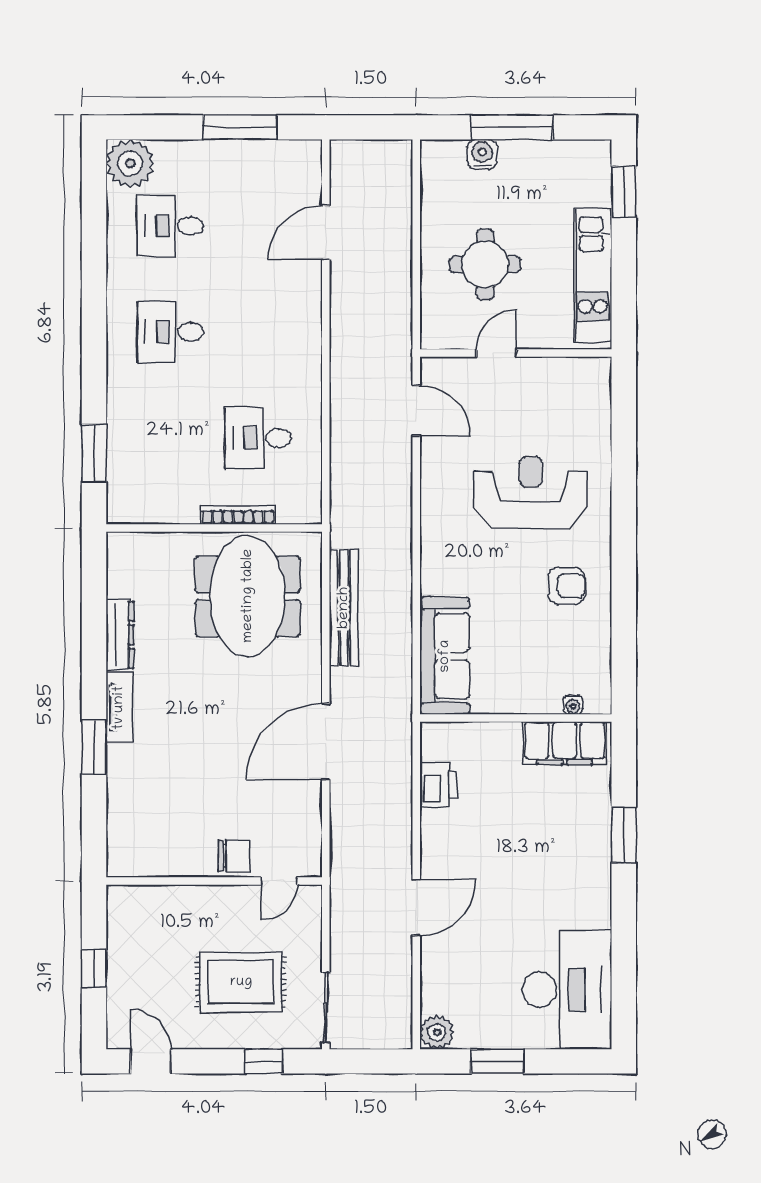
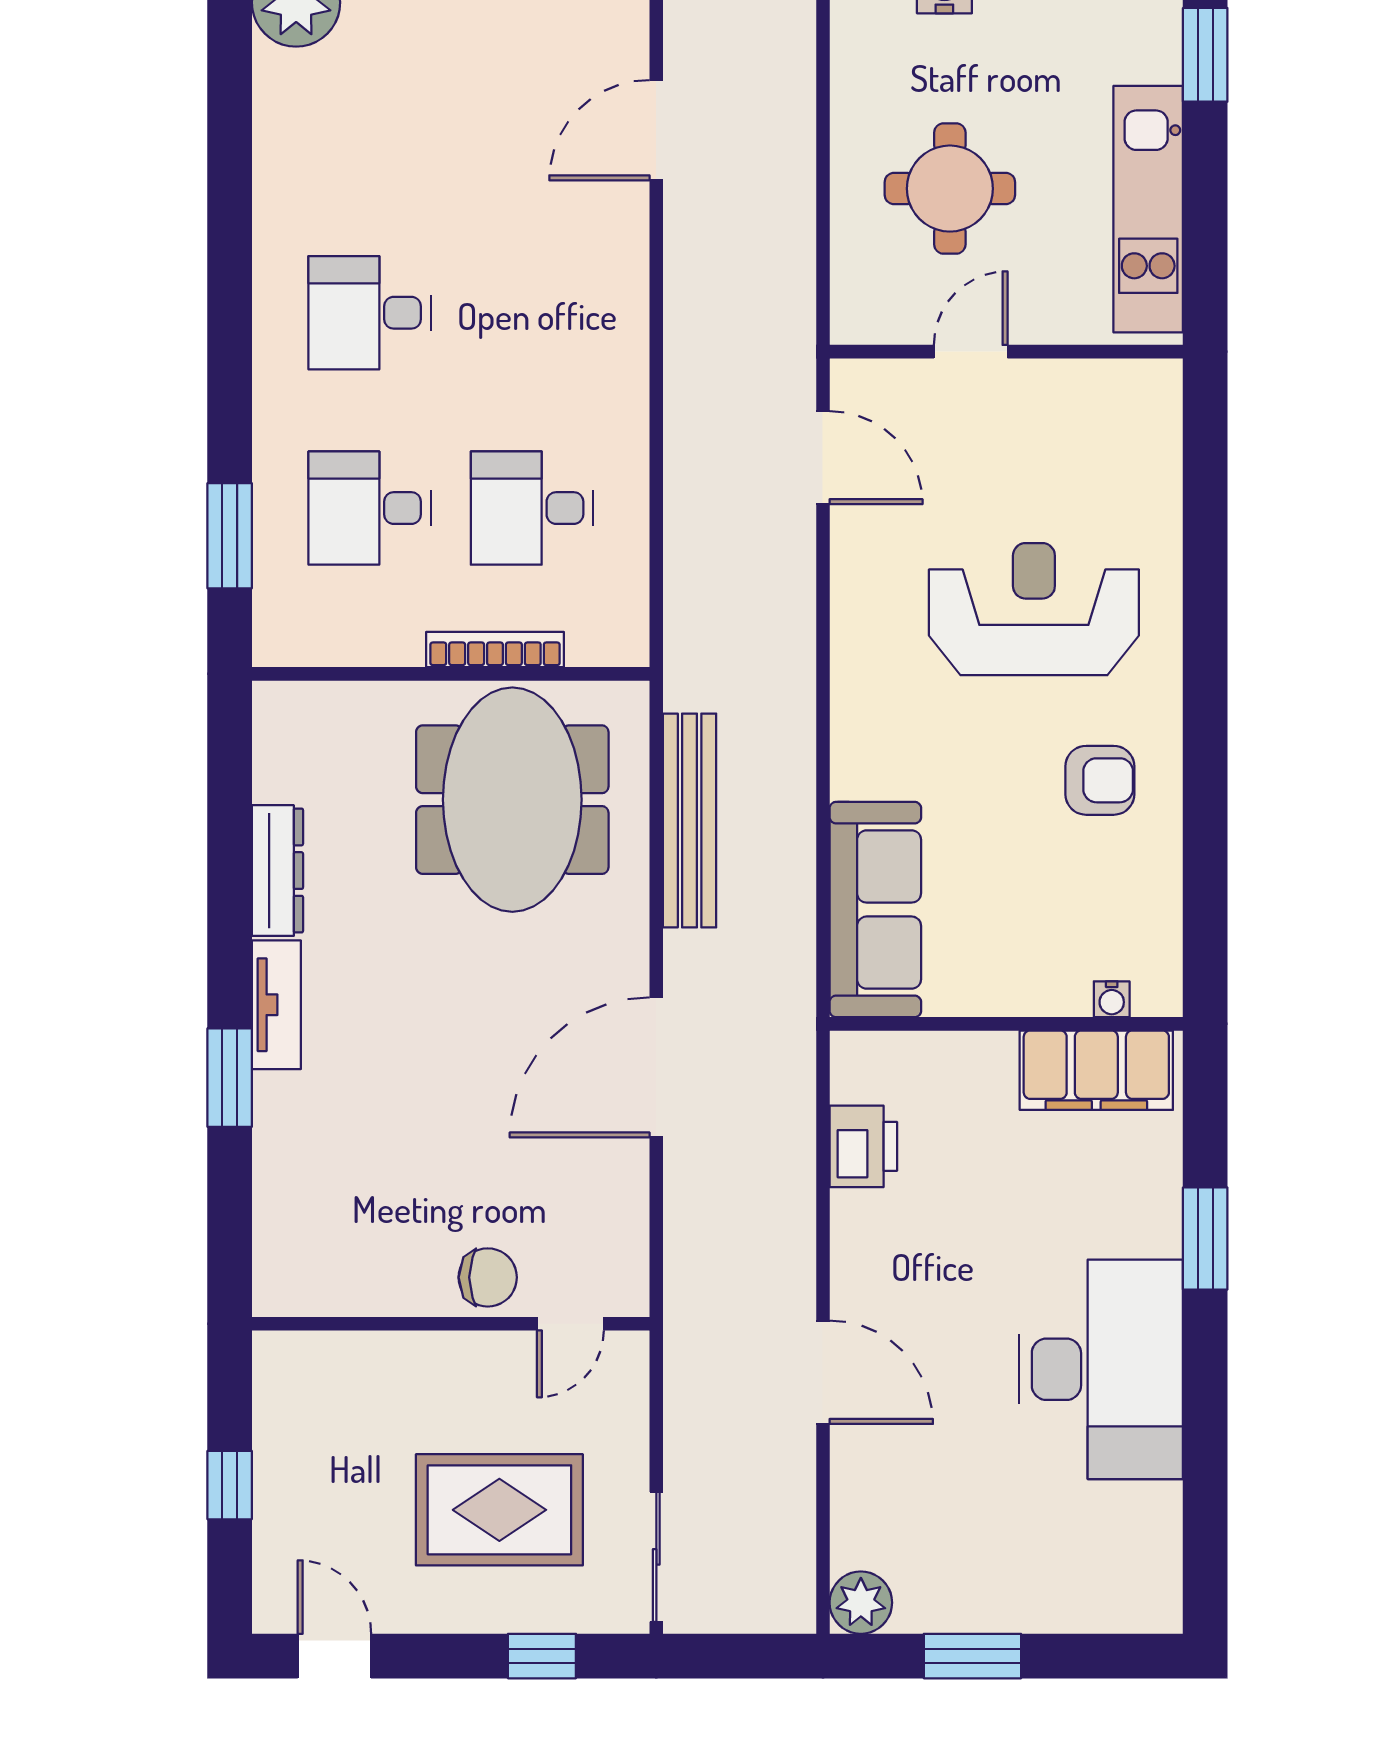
desk: (170, 226) -> (370, 508), moved
door: (416, 907) -> (823, 1372), hinge flipped
desk: (567, 990) -> (1101, 1369), moved

